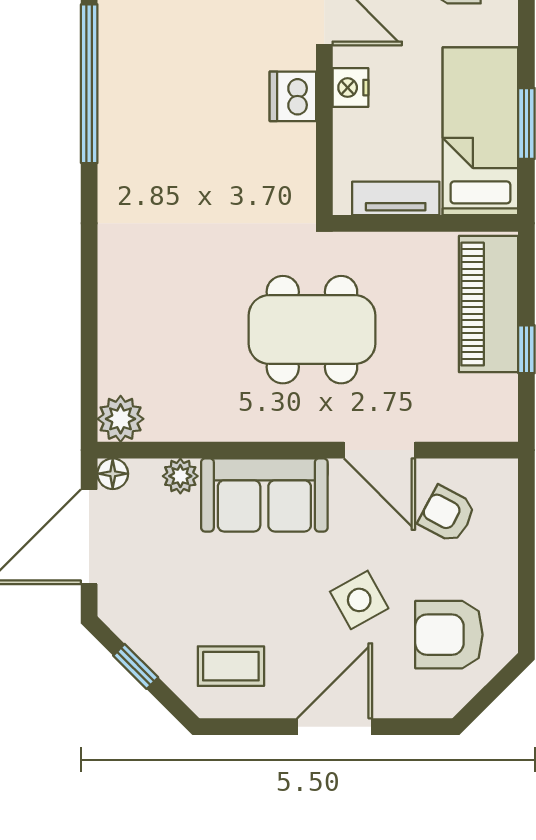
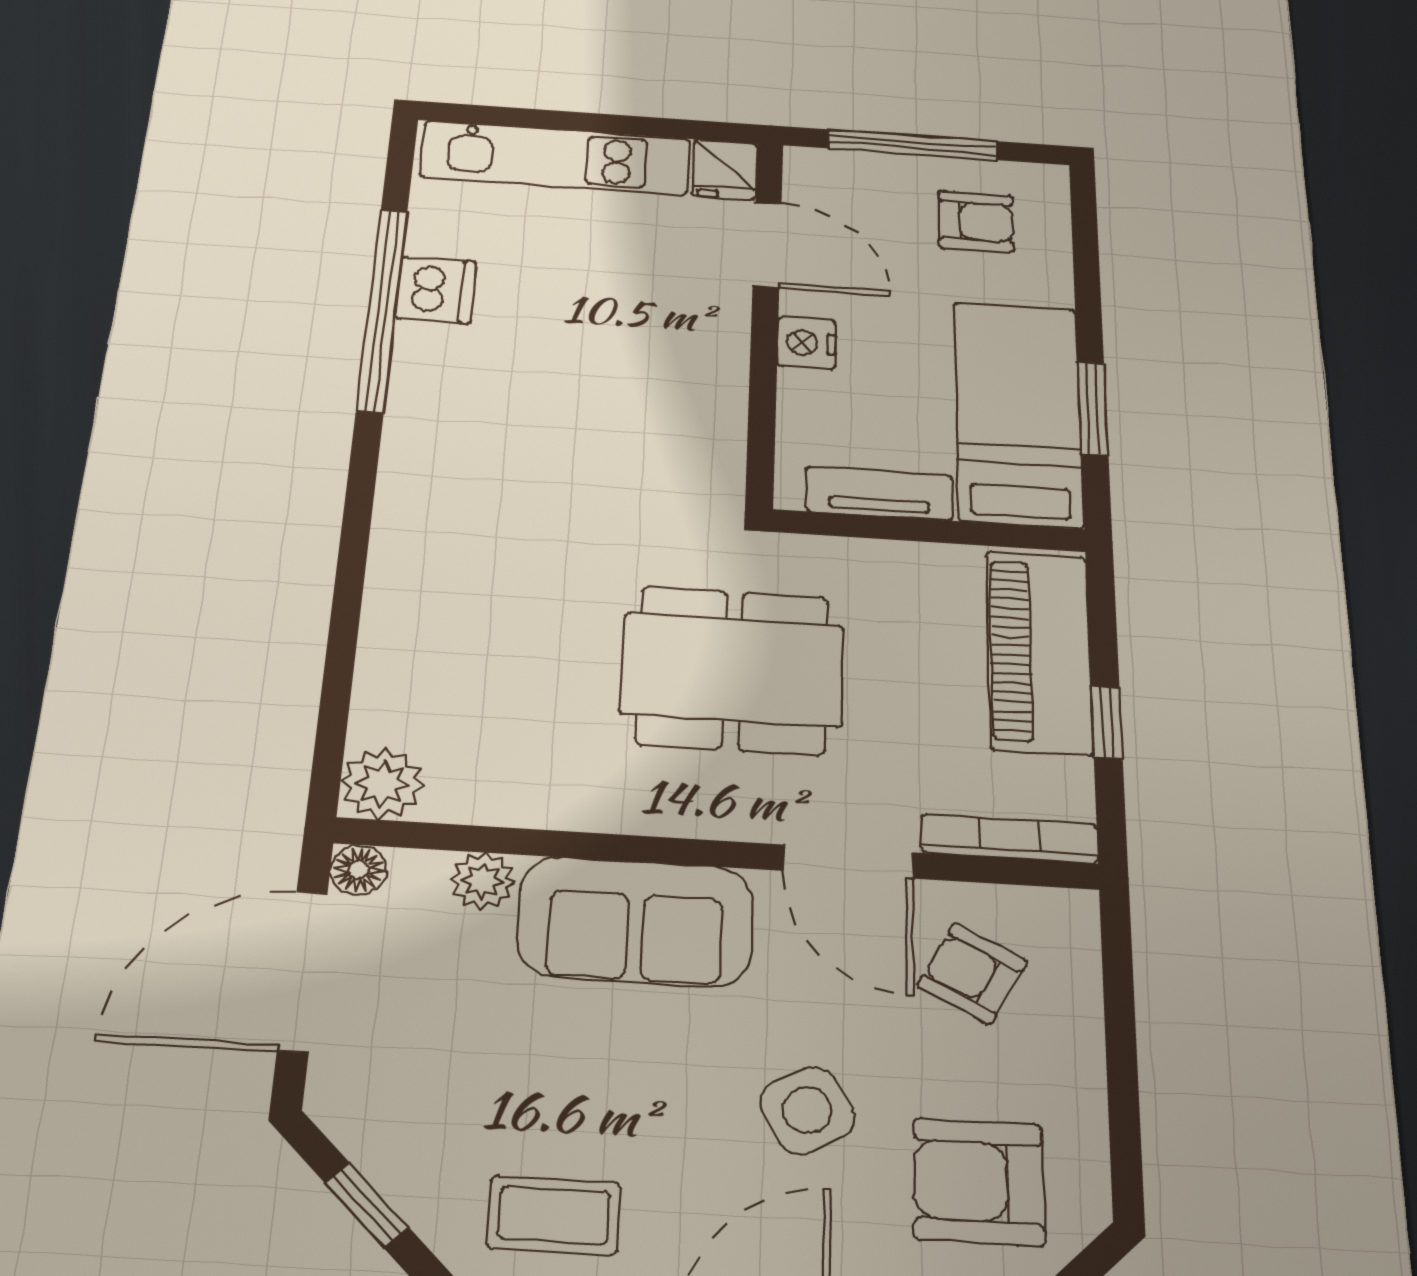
dishwasher: (293, 96) -> (436, 290), moved, turned 180
bookcase: (469, 429) -> (1009, 839), added

